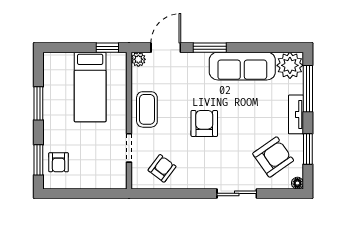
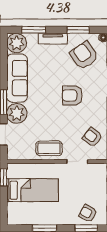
plant: (138, 59) -> (17, 113), moved, width x1.88, depth x1.88
window: (308, 89) -> (34, 30), width x0.69
armchair: (204, 123) -> (72, 95), moved
armchair: (59, 162) -> (88, 213), turned -151

